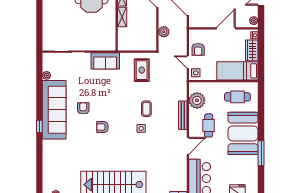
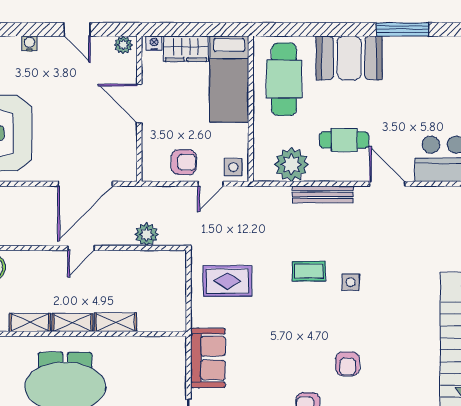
cafe table: (237, 97) -> (284, 79), width x1.37, depth x1.35
booth: (243, 133) -> (349, 58), width x0.73, depth x0.70

